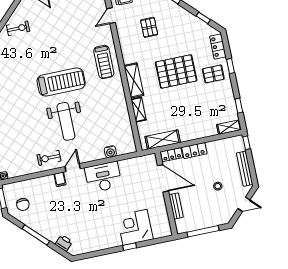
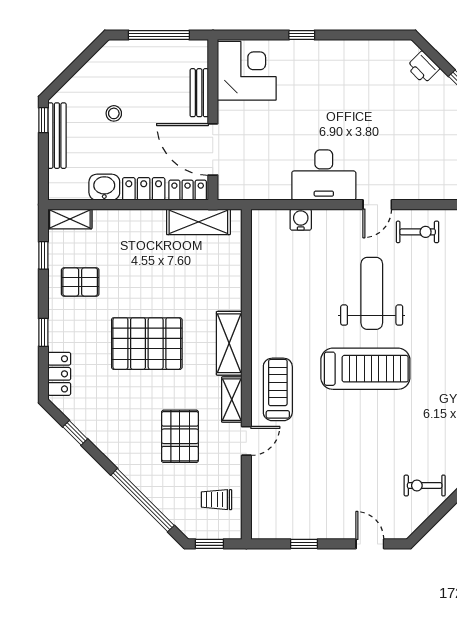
door: (111, 16) -> (246, 441), moved
pallet: (149, 27) -> (180, 436), width x1.50, depth x1.42
pallet: (213, 74) -> (80, 282), moved
treadmill: (61, 82) -> (365, 369), turned 180
shelving: (139, 110) -> (232, 400), moved
window: (247, 143) -> (43, 120), moved
washbasin: (215, 147) -> (104, 187), added
filing cabinet: (60, 179) -> (405, 188), removed
door: (244, 204) -> (72, 70), removed
corner desk: (135, 227) -> (247, 71), moved, turned -90

